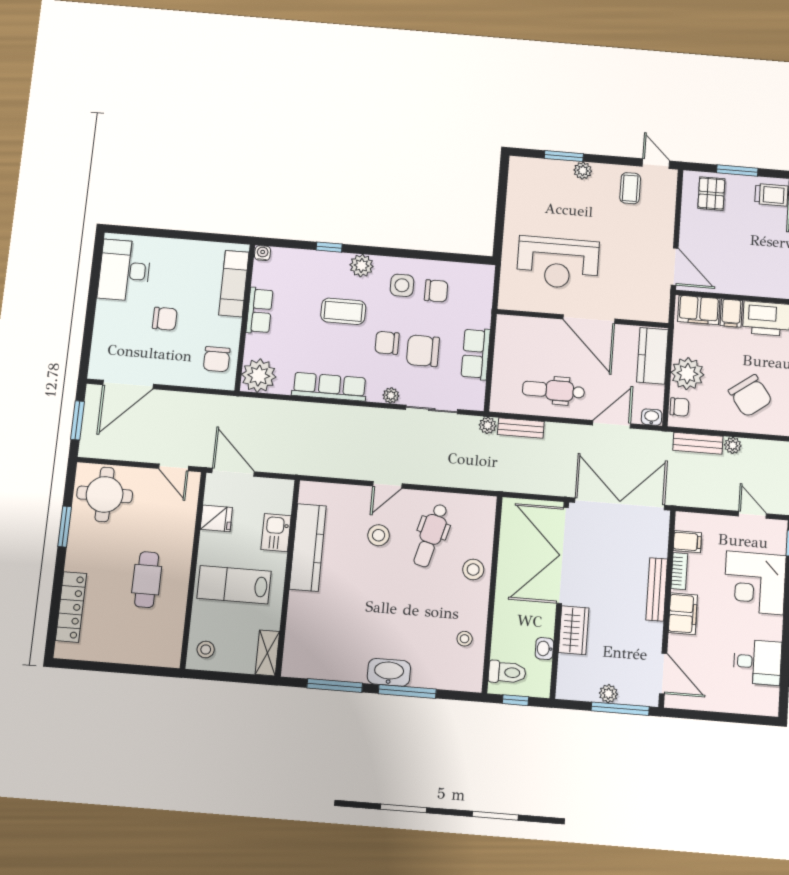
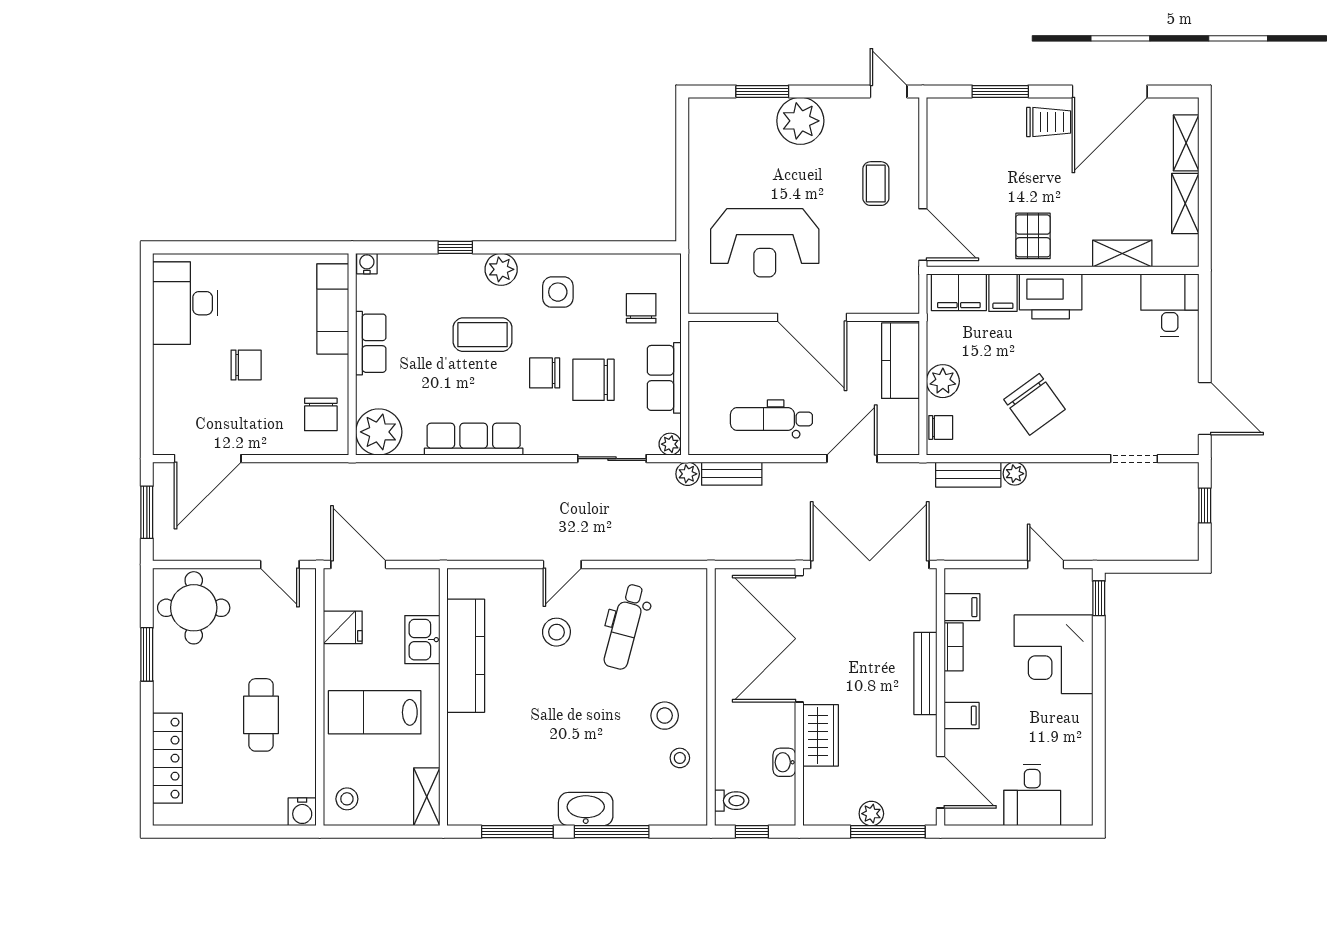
plant: (583, 171) -> (800, 121), width x1.88, depth x1.88
coffee table: (630, 188) -> (876, 184), moved
pallet: (711, 194) -> (1033, 236), moved
chair: (436, 291) -> (641, 308), moved, turned -90
plant: (687, 374) -> (943, 381), width x0.73, depth x0.73
plant: (391, 395) -> (670, 444), moved
washbasin: (652, 417) -> (904, 444), removed
stool: (473, 570) -> (665, 716), moved
filing cabinet: (683, 614) -> (962, 716), width x0.50
water cooler: (170, 657) -> (302, 812), added
desk: (757, 662) -> (1032, 795), moved, turned 90
toilet: (507, 672) -> (732, 801), width x0.73, depth x0.72

